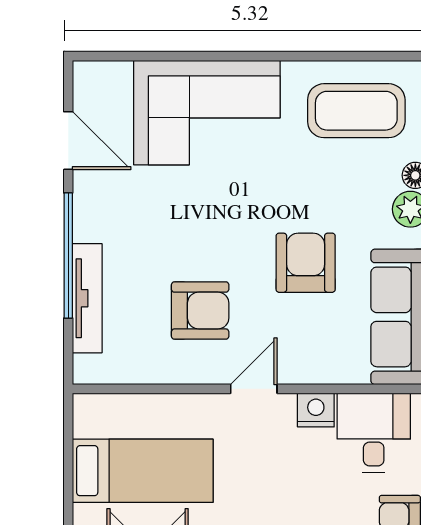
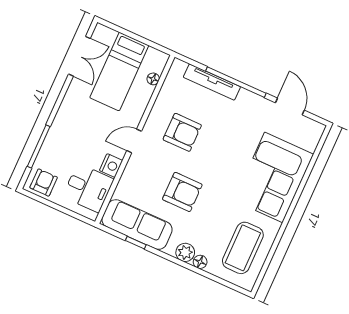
door: (68, 141) -> (290, 106), swing flipped
armchair: (200, 311) -> (182, 132), turned -90
door: (254, 389) -> (134, 141), swing flipped
floor lamp: (129, 405) -> (153, 79), added

